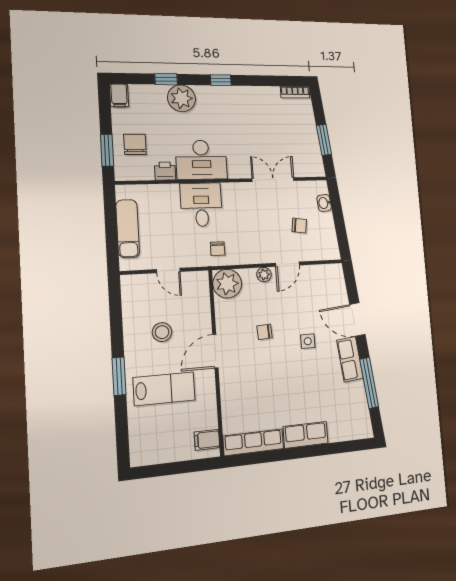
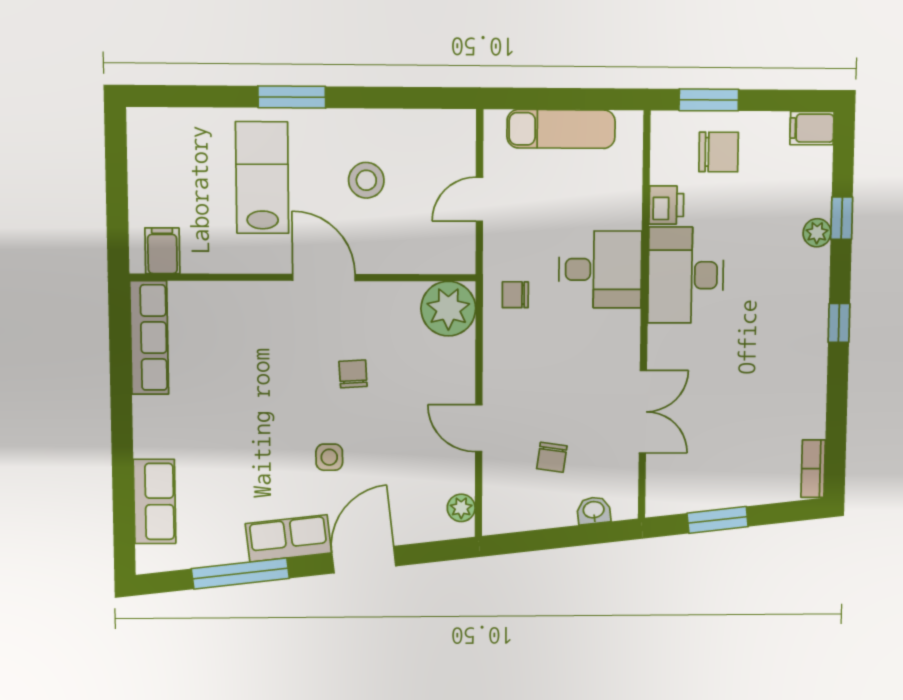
plant: (182, 98) -> (817, 233), width x0.53, depth x0.53
plant: (264, 275) -> (461, 508), moved
lab bench: (164, 389) -> (262, 178), turned 180
row of seats: (306, 435) -> (155, 501), moved

